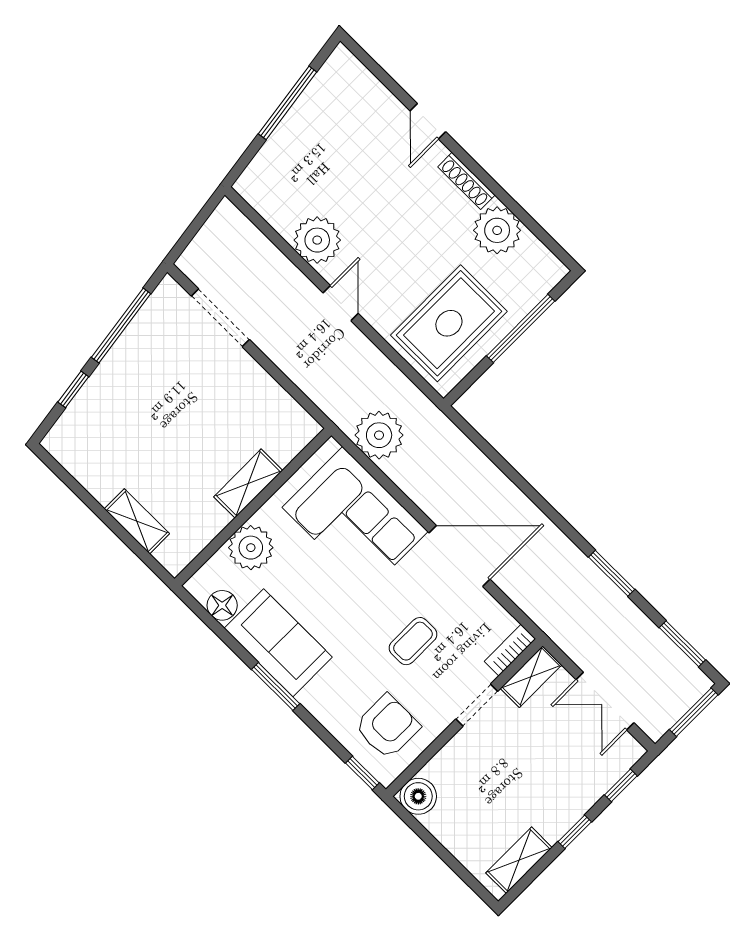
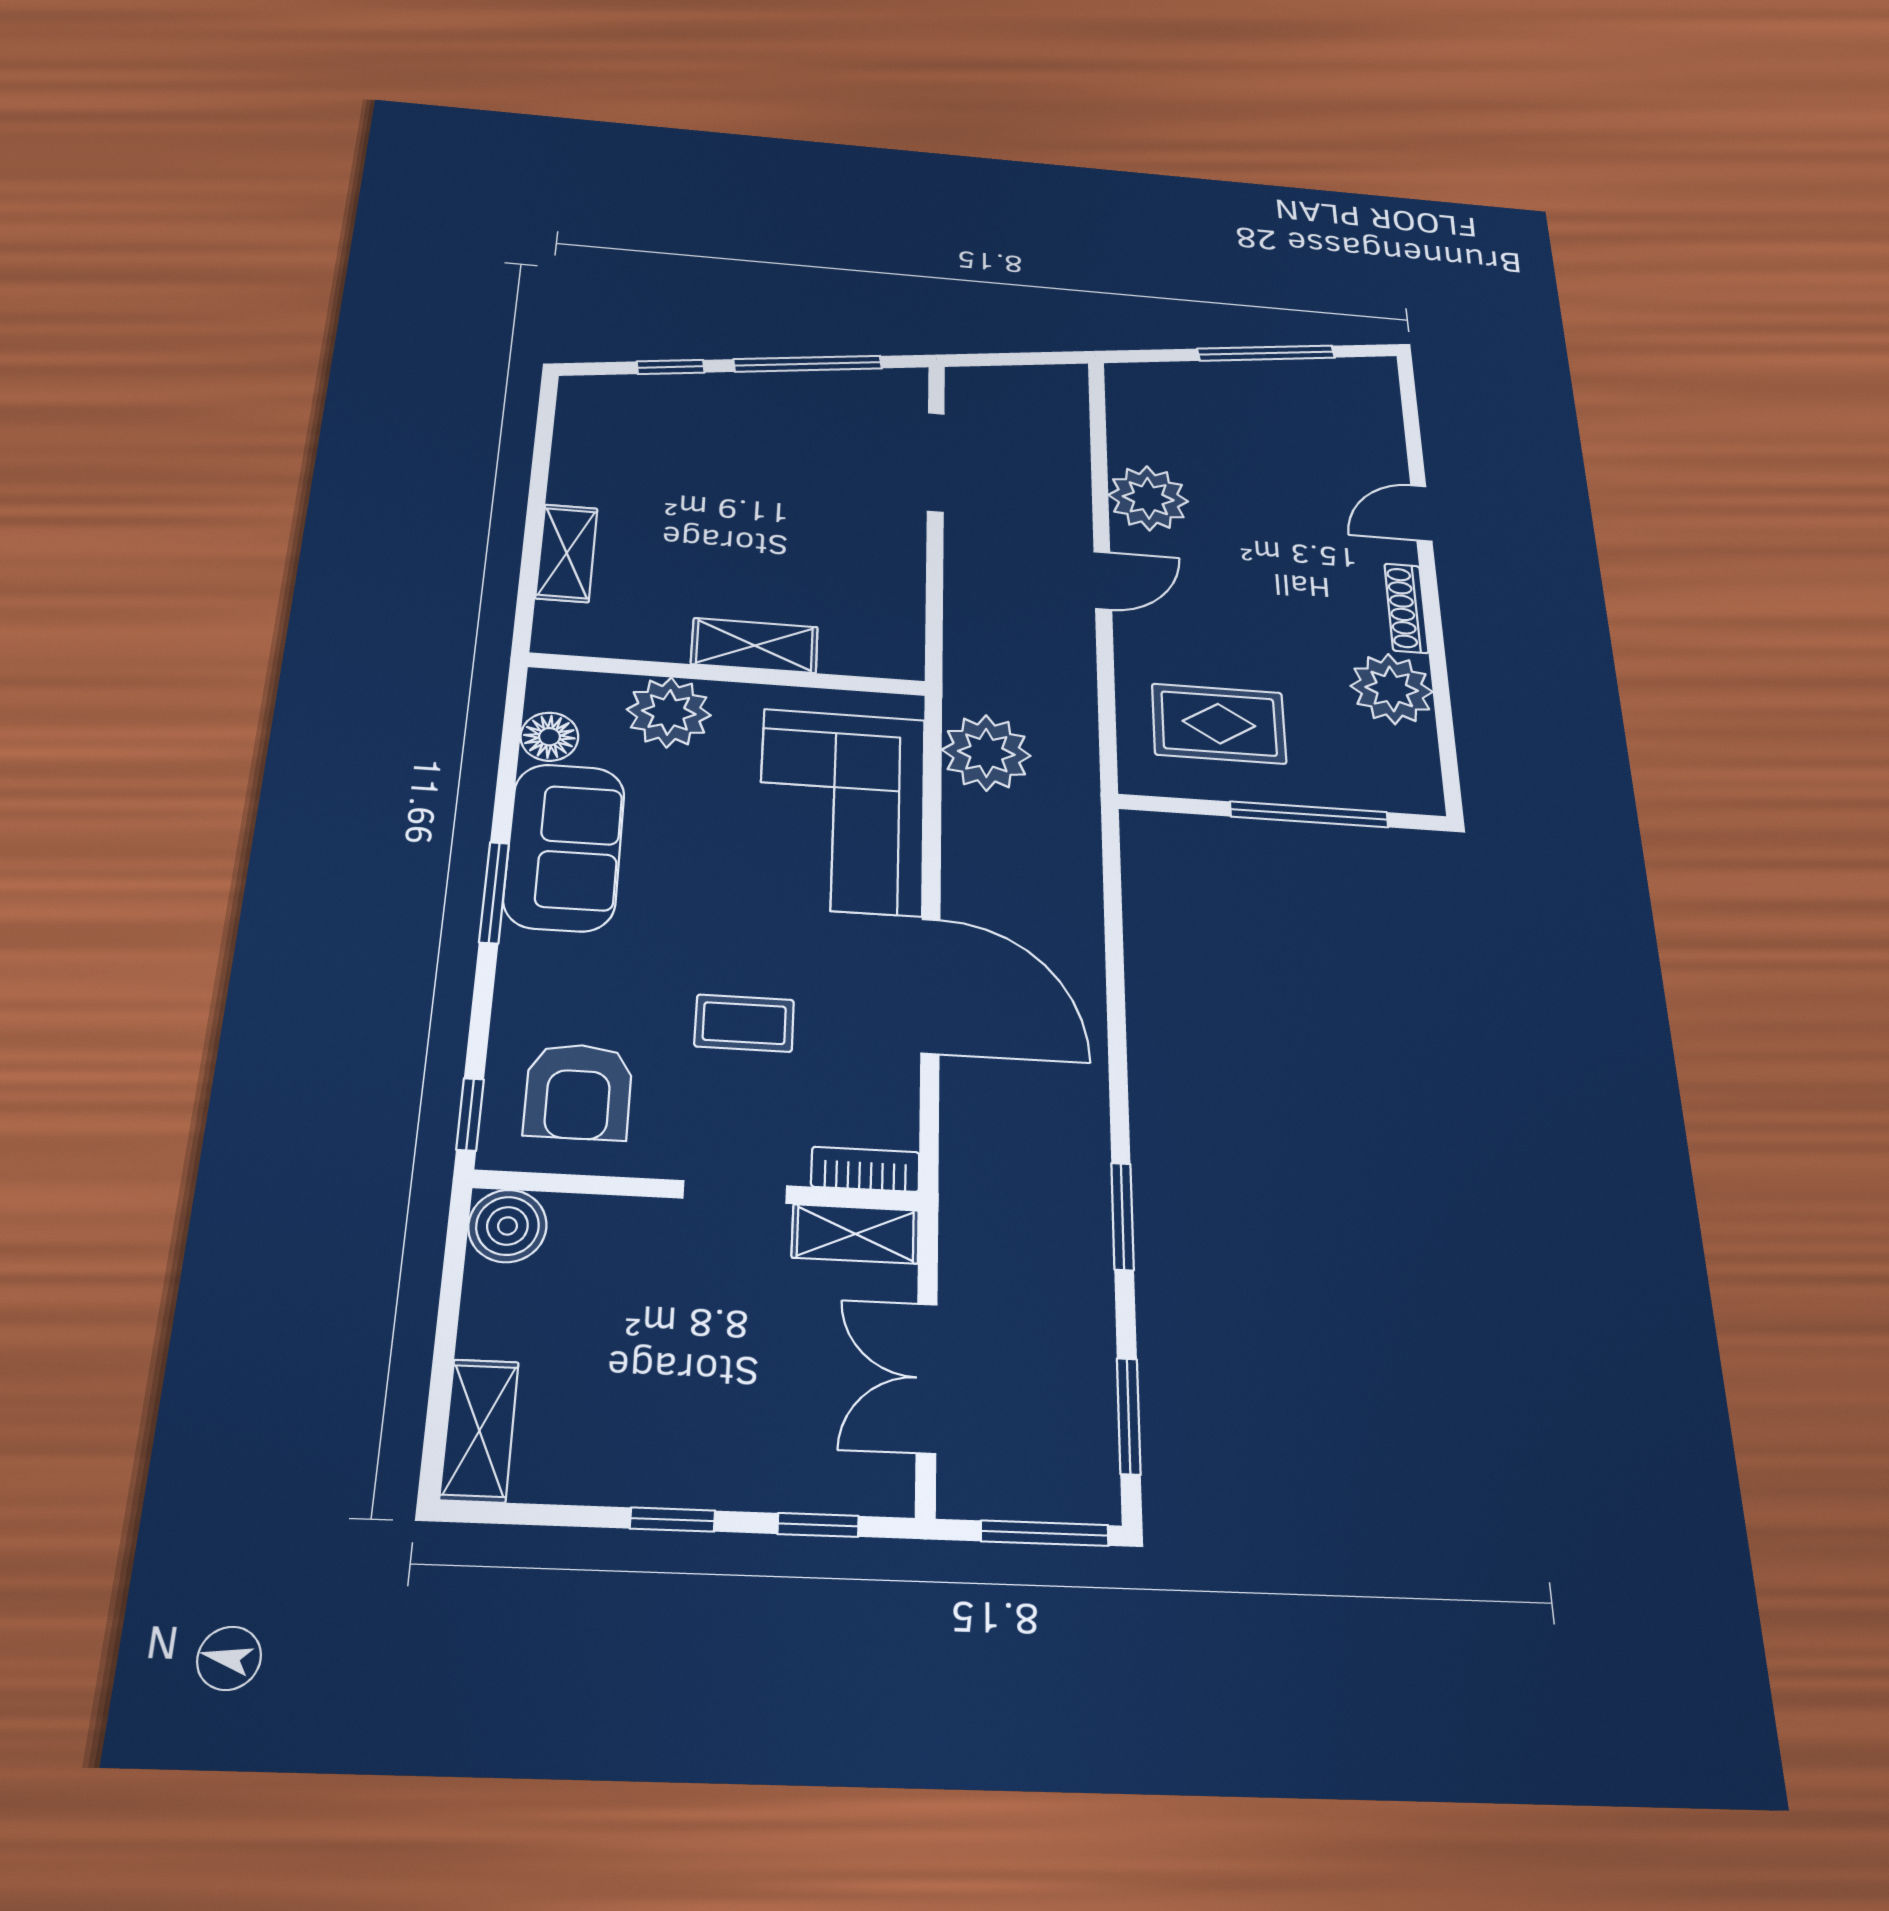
rug: (449, 323) -> (1219, 724), width x0.73, depth x0.70
armchair: (387, 727) -> (578, 1092), turned 90
shelving: (519, 860) -> (479, 1430), moved, turned 90

